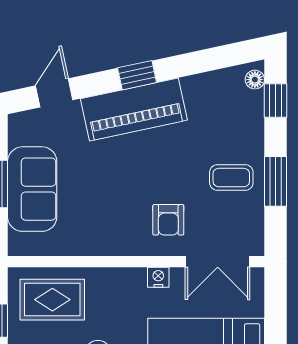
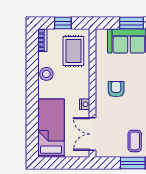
armchair: (168, 220) -> (116, 89), moved, turned 90

